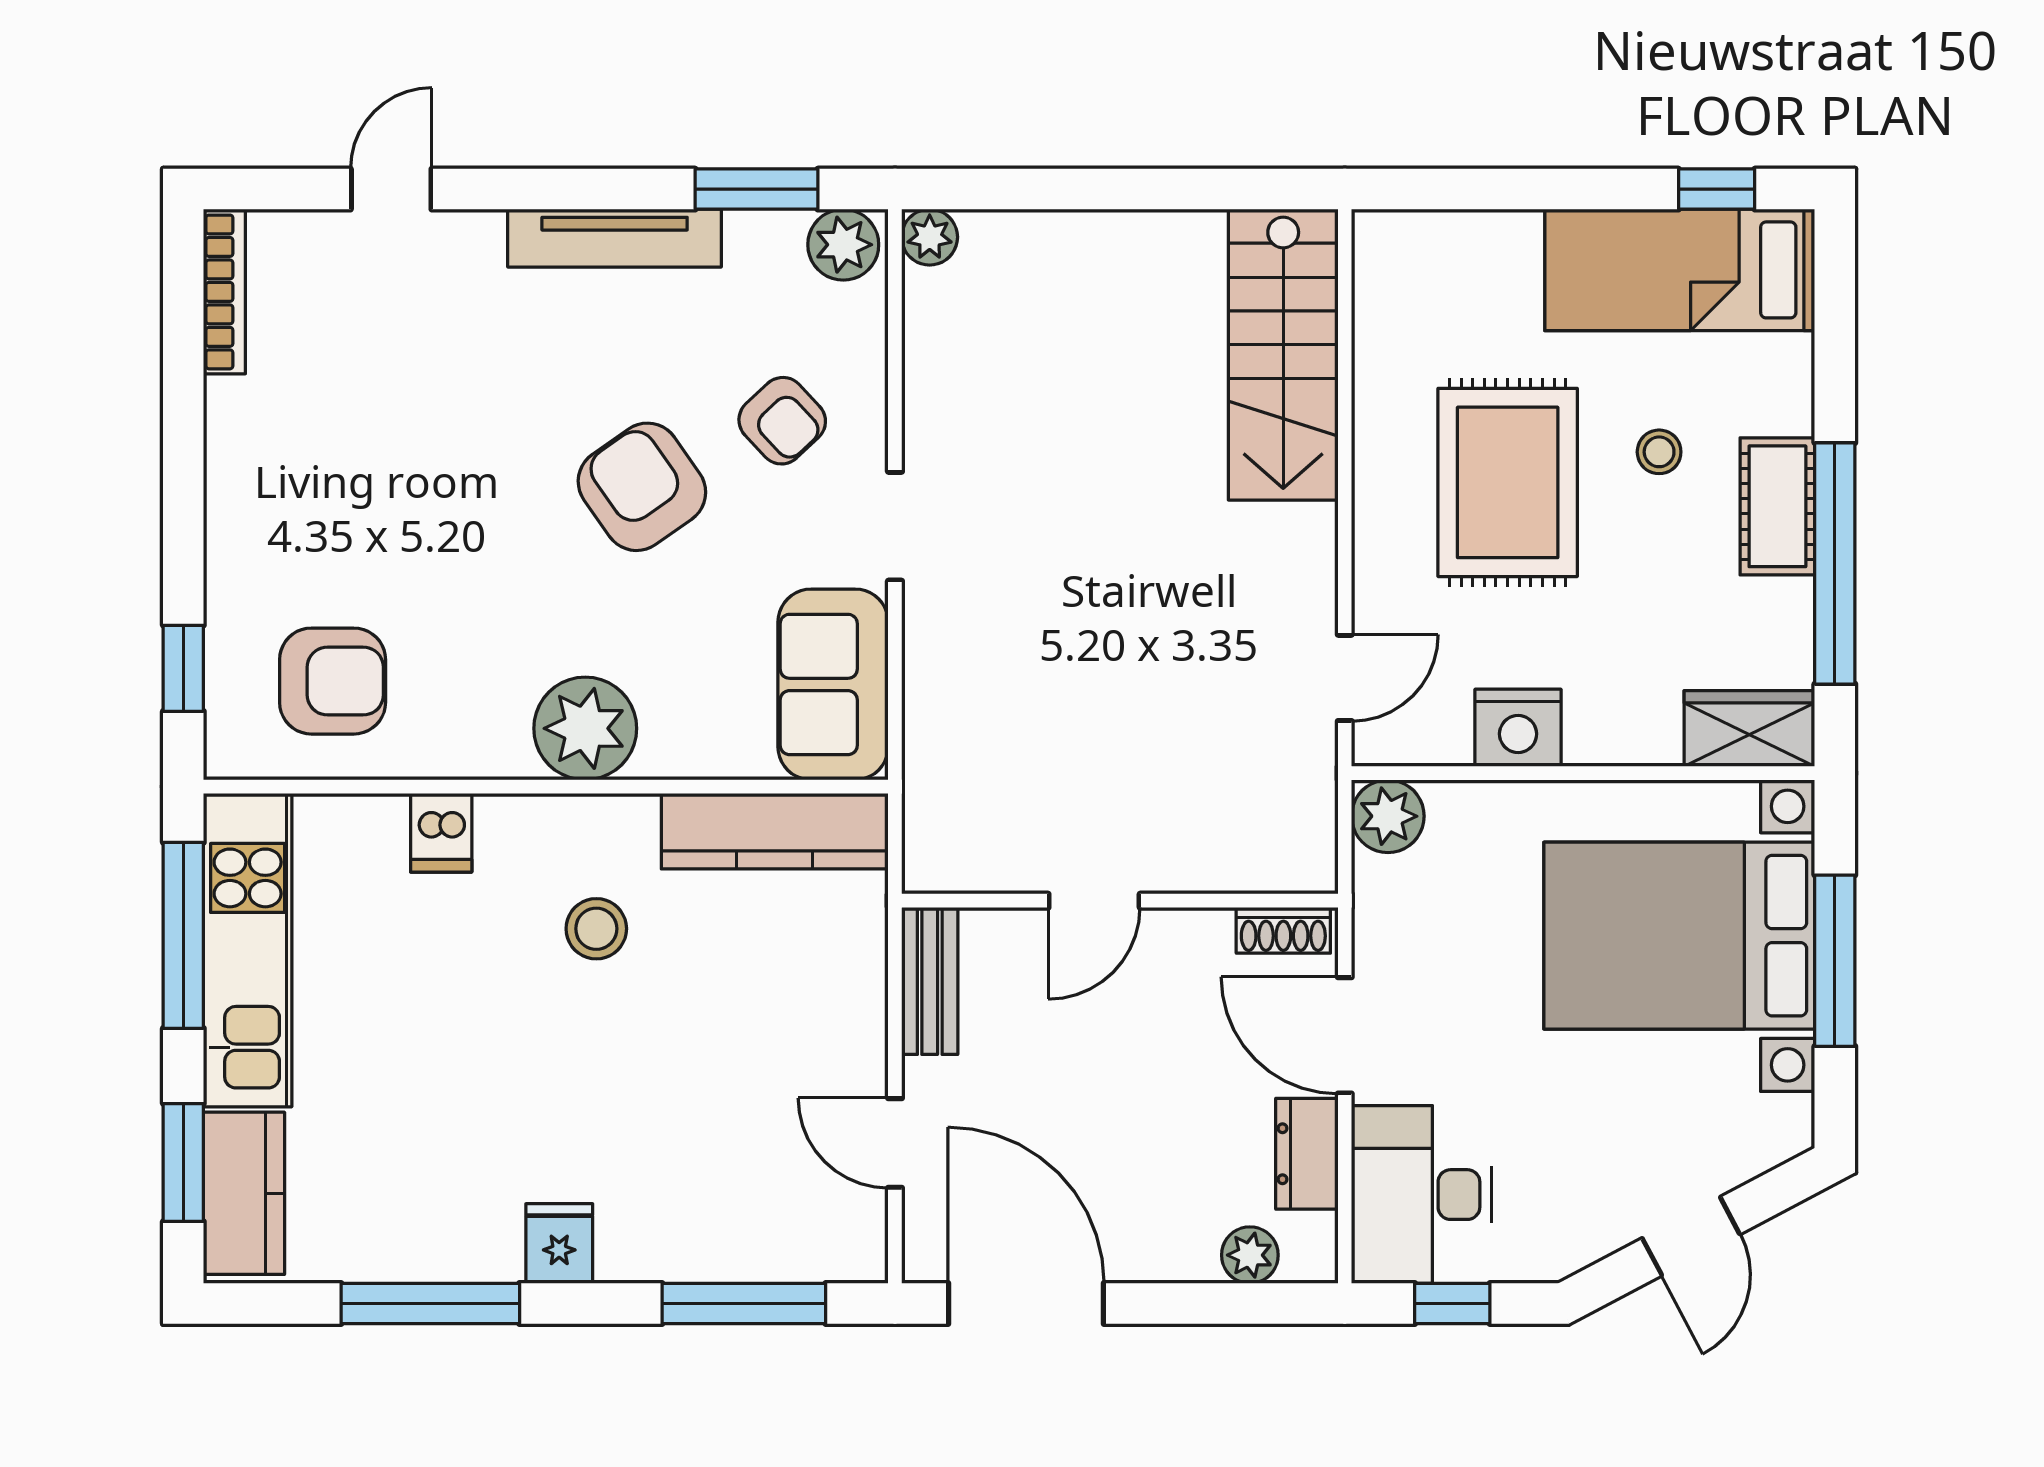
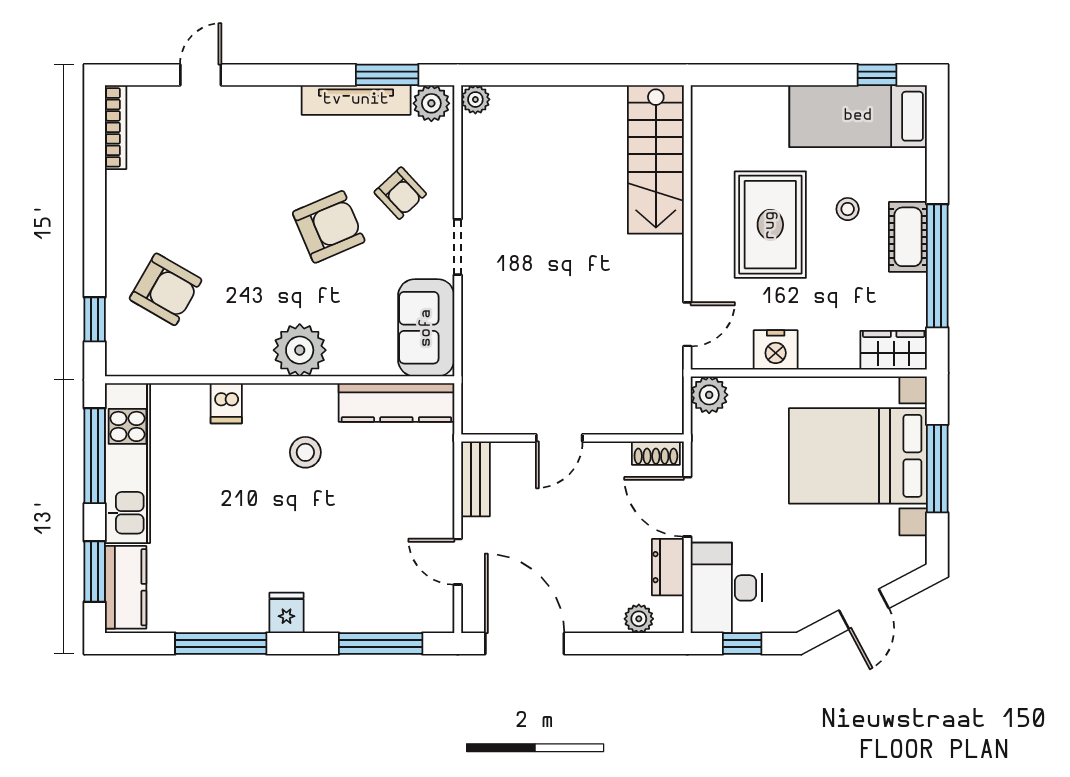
tv unit: (615, 238) -> (356, 100), moved
armchair: (642, 487) -> (329, 227), turned 102
armchair: (333, 681) -> (166, 289), moved, turned 30

